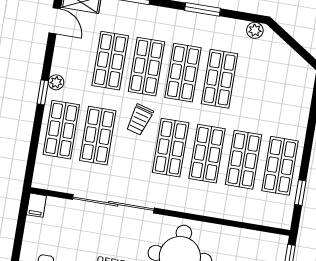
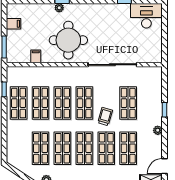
door: (55, 21) -> (165, 166), hinge flipped
window: (43, 92) -> (165, 110), moved
shop shelf: (61, 130) -> (41, 148), moved
filing cabinet: (36, 205) -> (36, 56), moved

